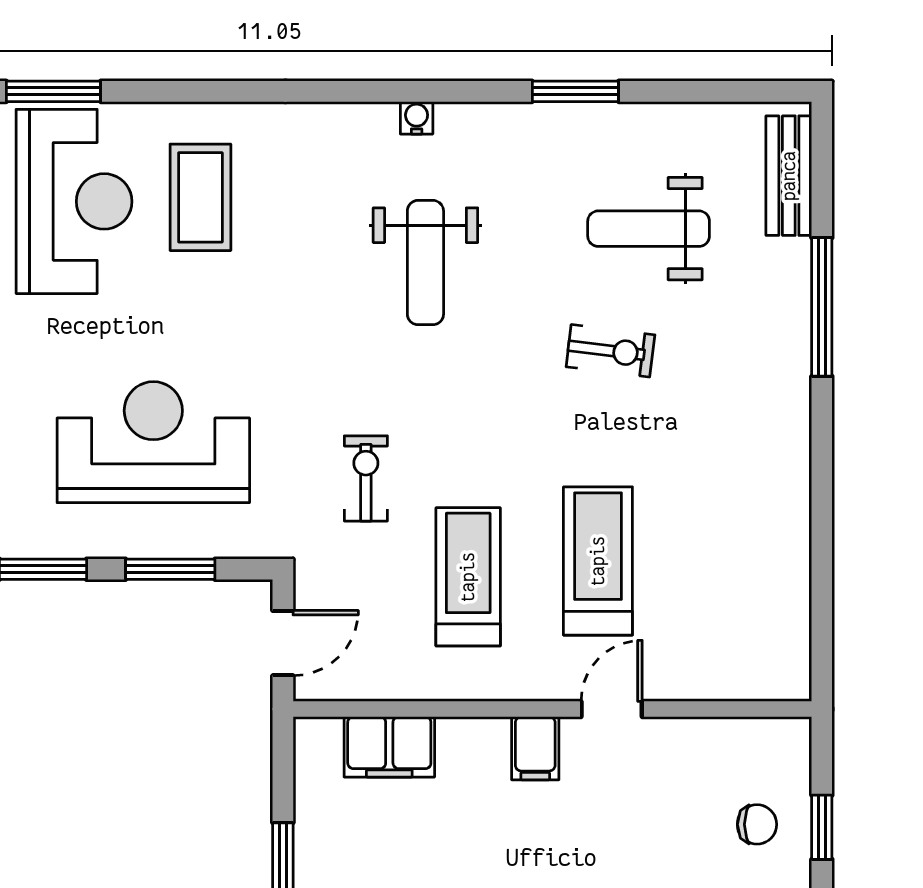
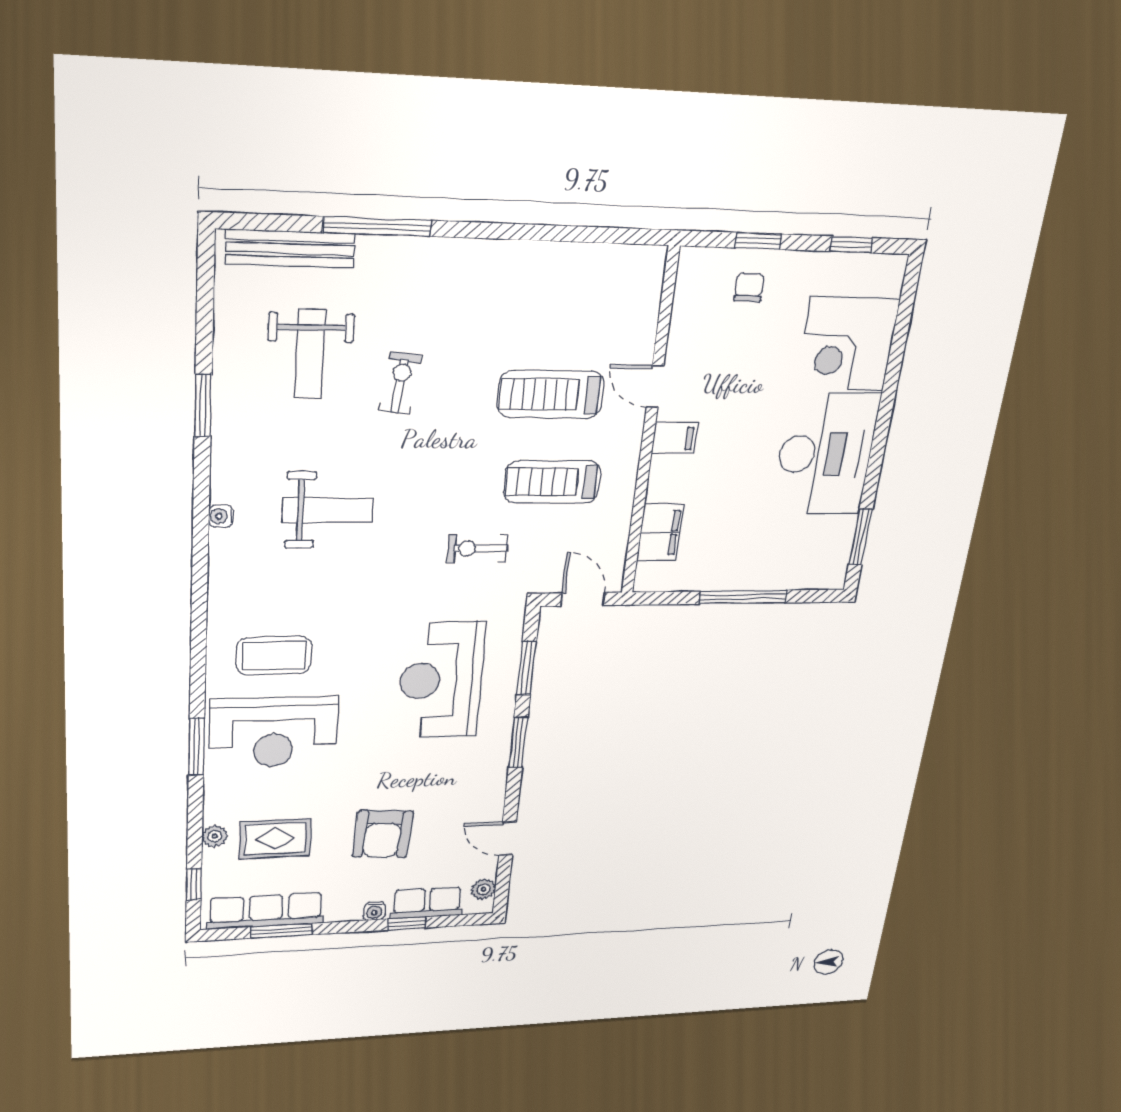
bench: (789, 176) -> (290, 249), width x1.36
reception desk: (74, 201) -> (274, 732), turned 180

